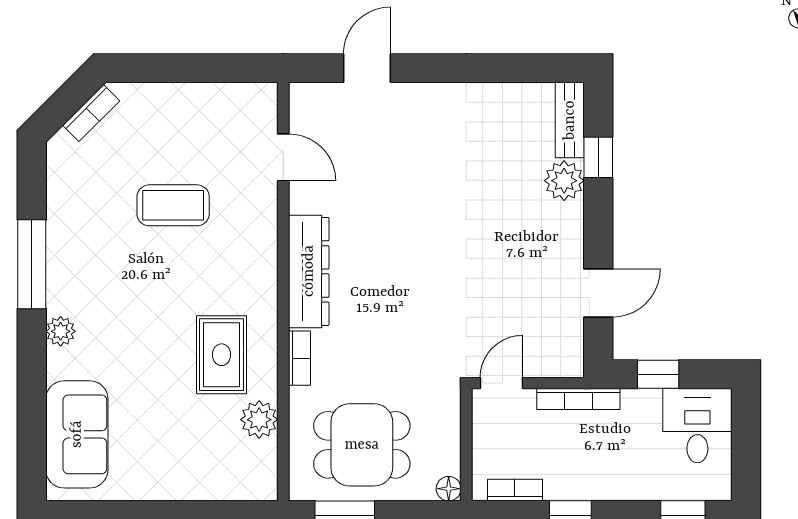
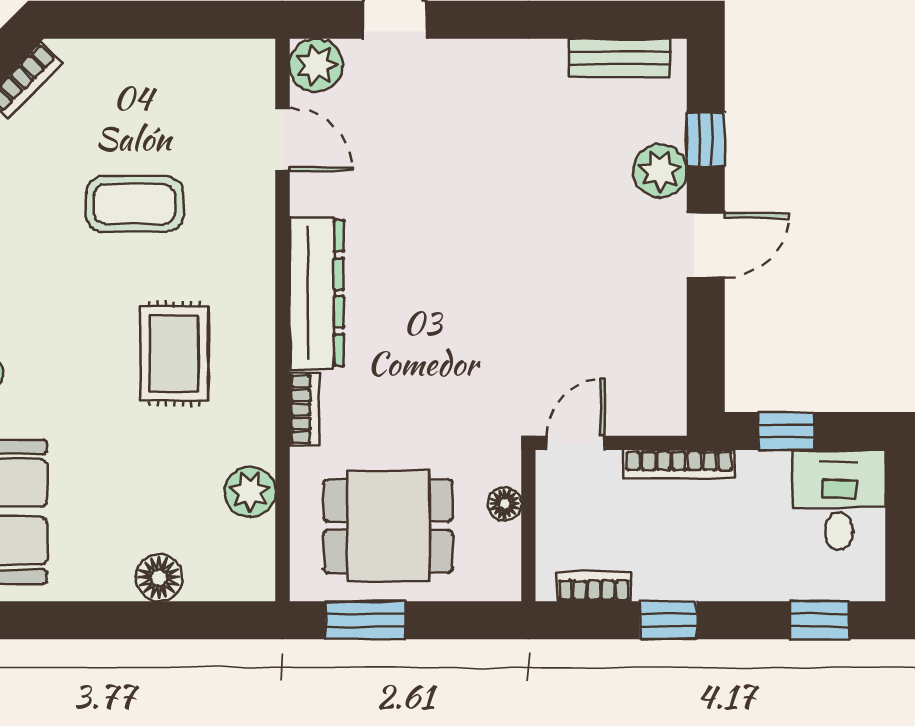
plant: (308, 102) -> (316, 65), added
bench: (570, 120) -> (619, 58), moved, turned 90
door: (598, 293) -> (706, 245), moved
rug: (222, 355) -> (174, 354), moved
floor lamp: (191, 483) -> (159, 578), added
floor lamp: (449, 489) -> (505, 504), moved

